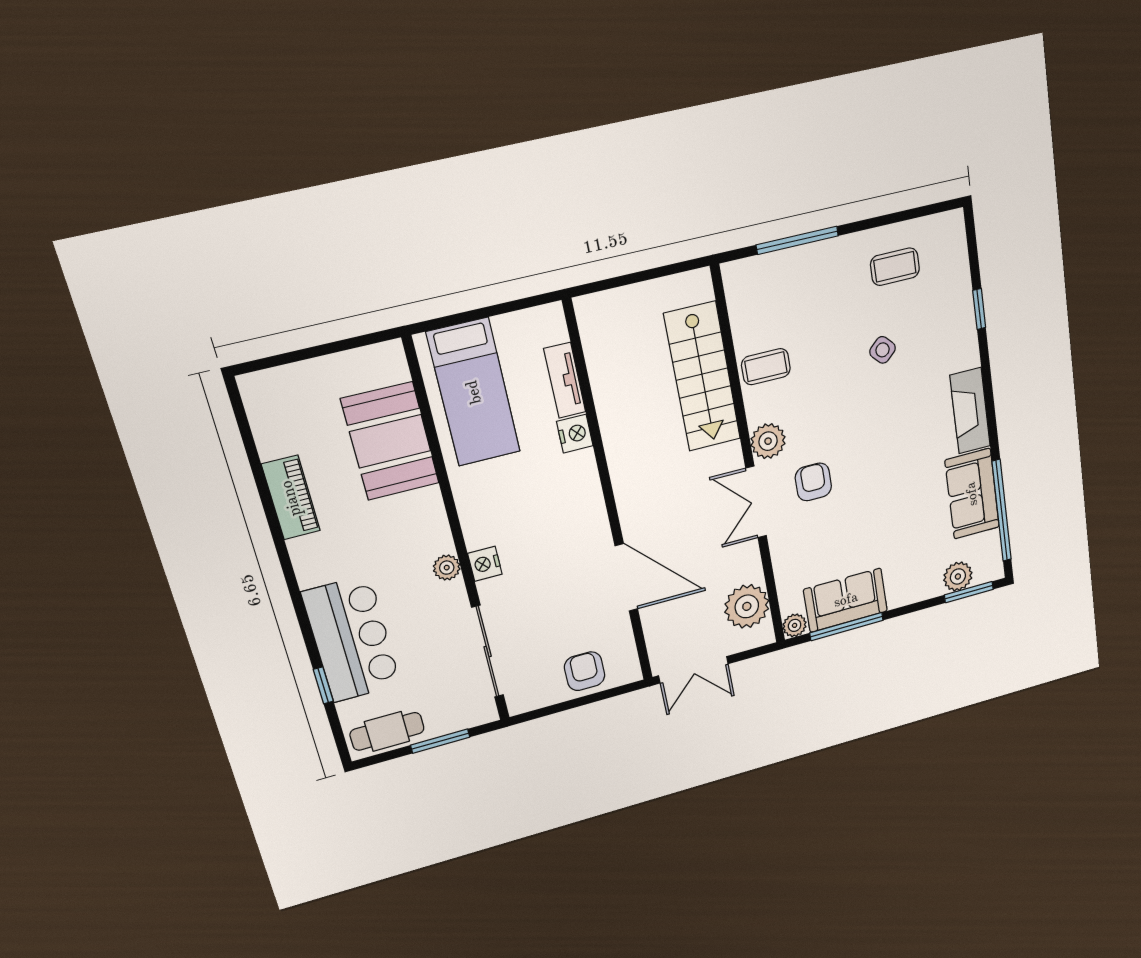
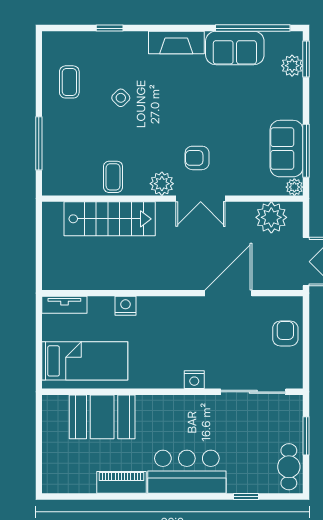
tv unit: (565, 380) -> (64, 305), moved
plant: (447, 568) -> (190, 403), removed
bar counter: (351, 639) -> (187, 472), moved
armchair: (585, 671) -> (285, 333), turned 90

